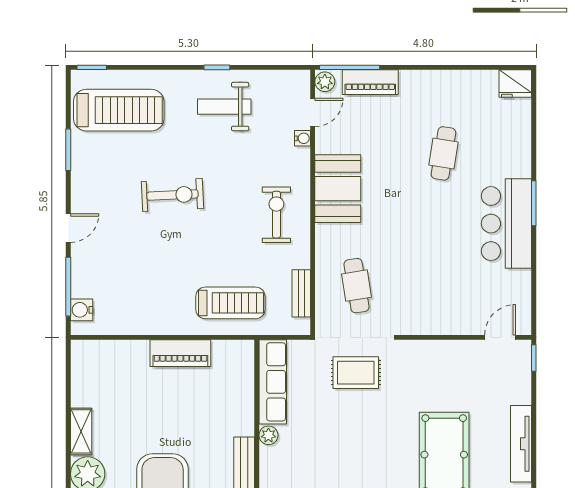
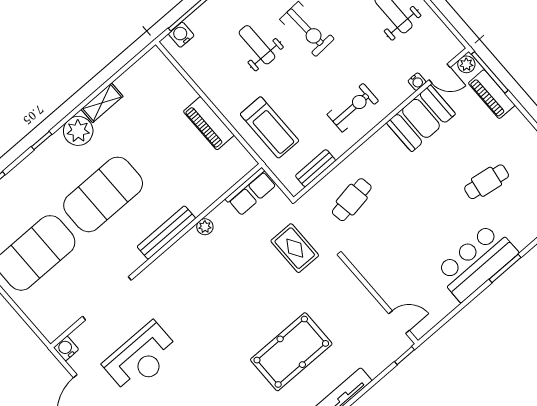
booth: (338, 189) -> (421, 118), moved
weight bench: (148, 251) -> (257, 45), added
row of seats: (273, 382) -> (251, 192), width x0.68

